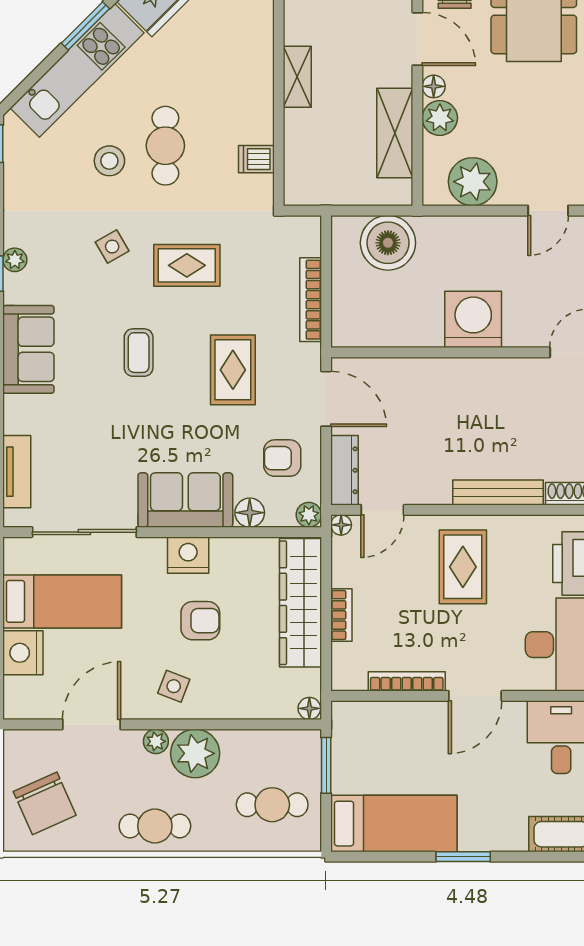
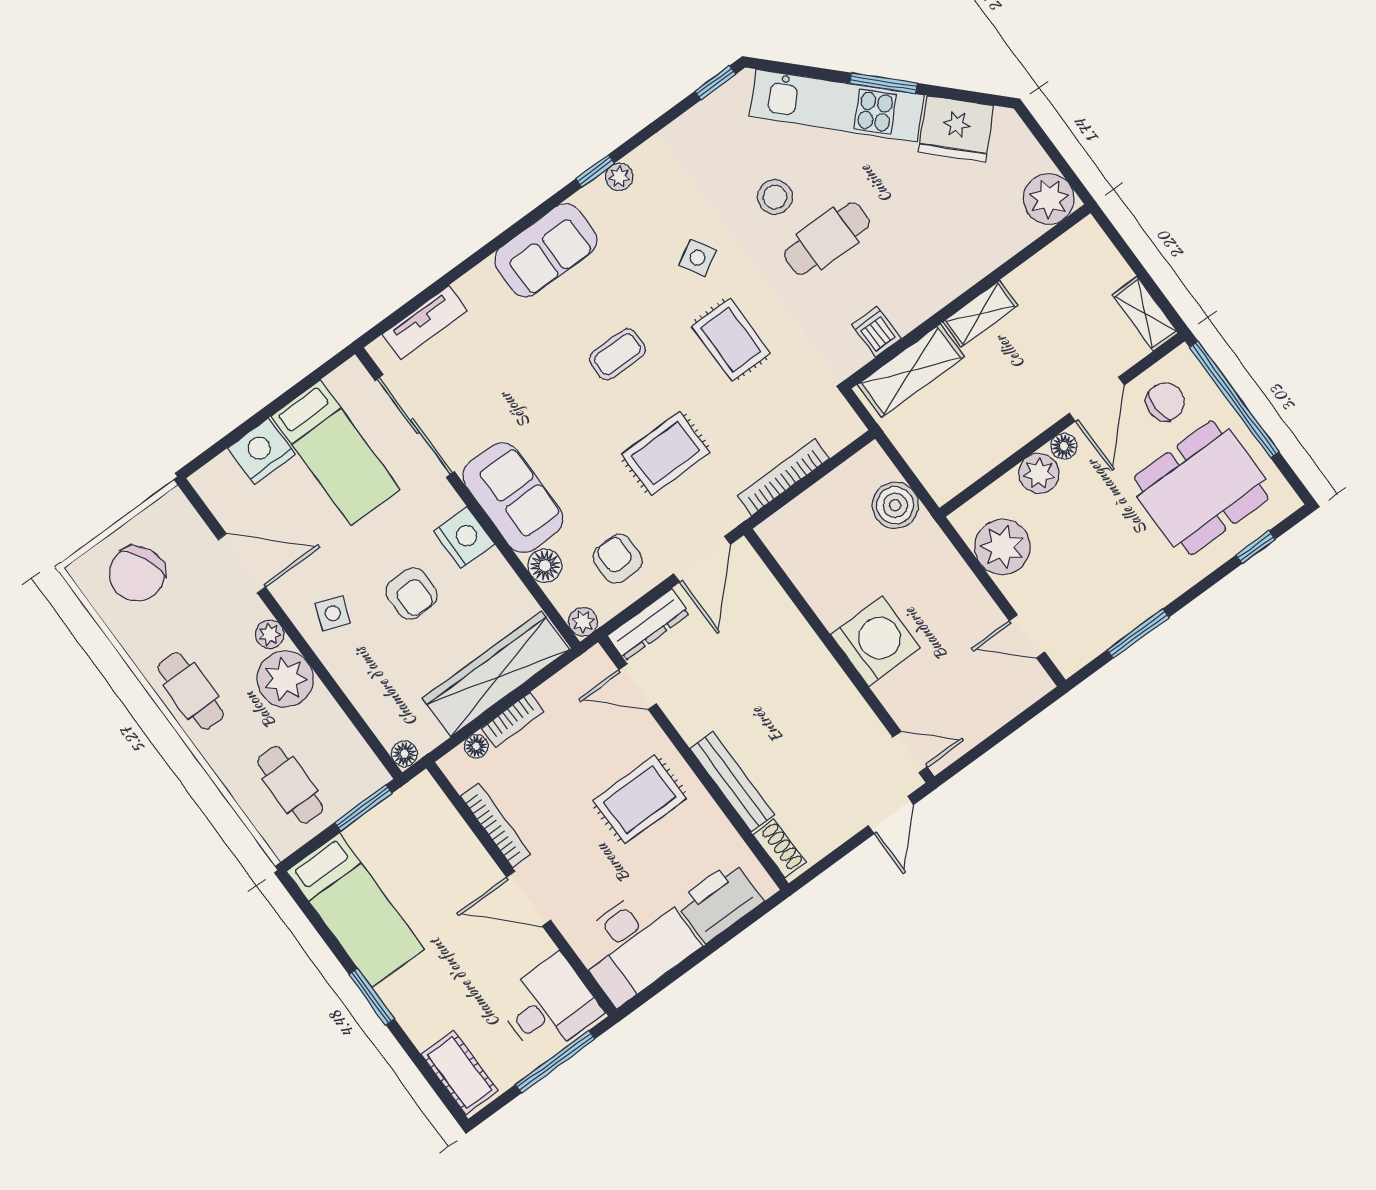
shelving: (395, 133) -> (911, 371), moved
boiler: (388, 243) -> (895, 505), width x0.73, depth x0.73
floor lamp: (341, 525) -> (476, 746), moved

